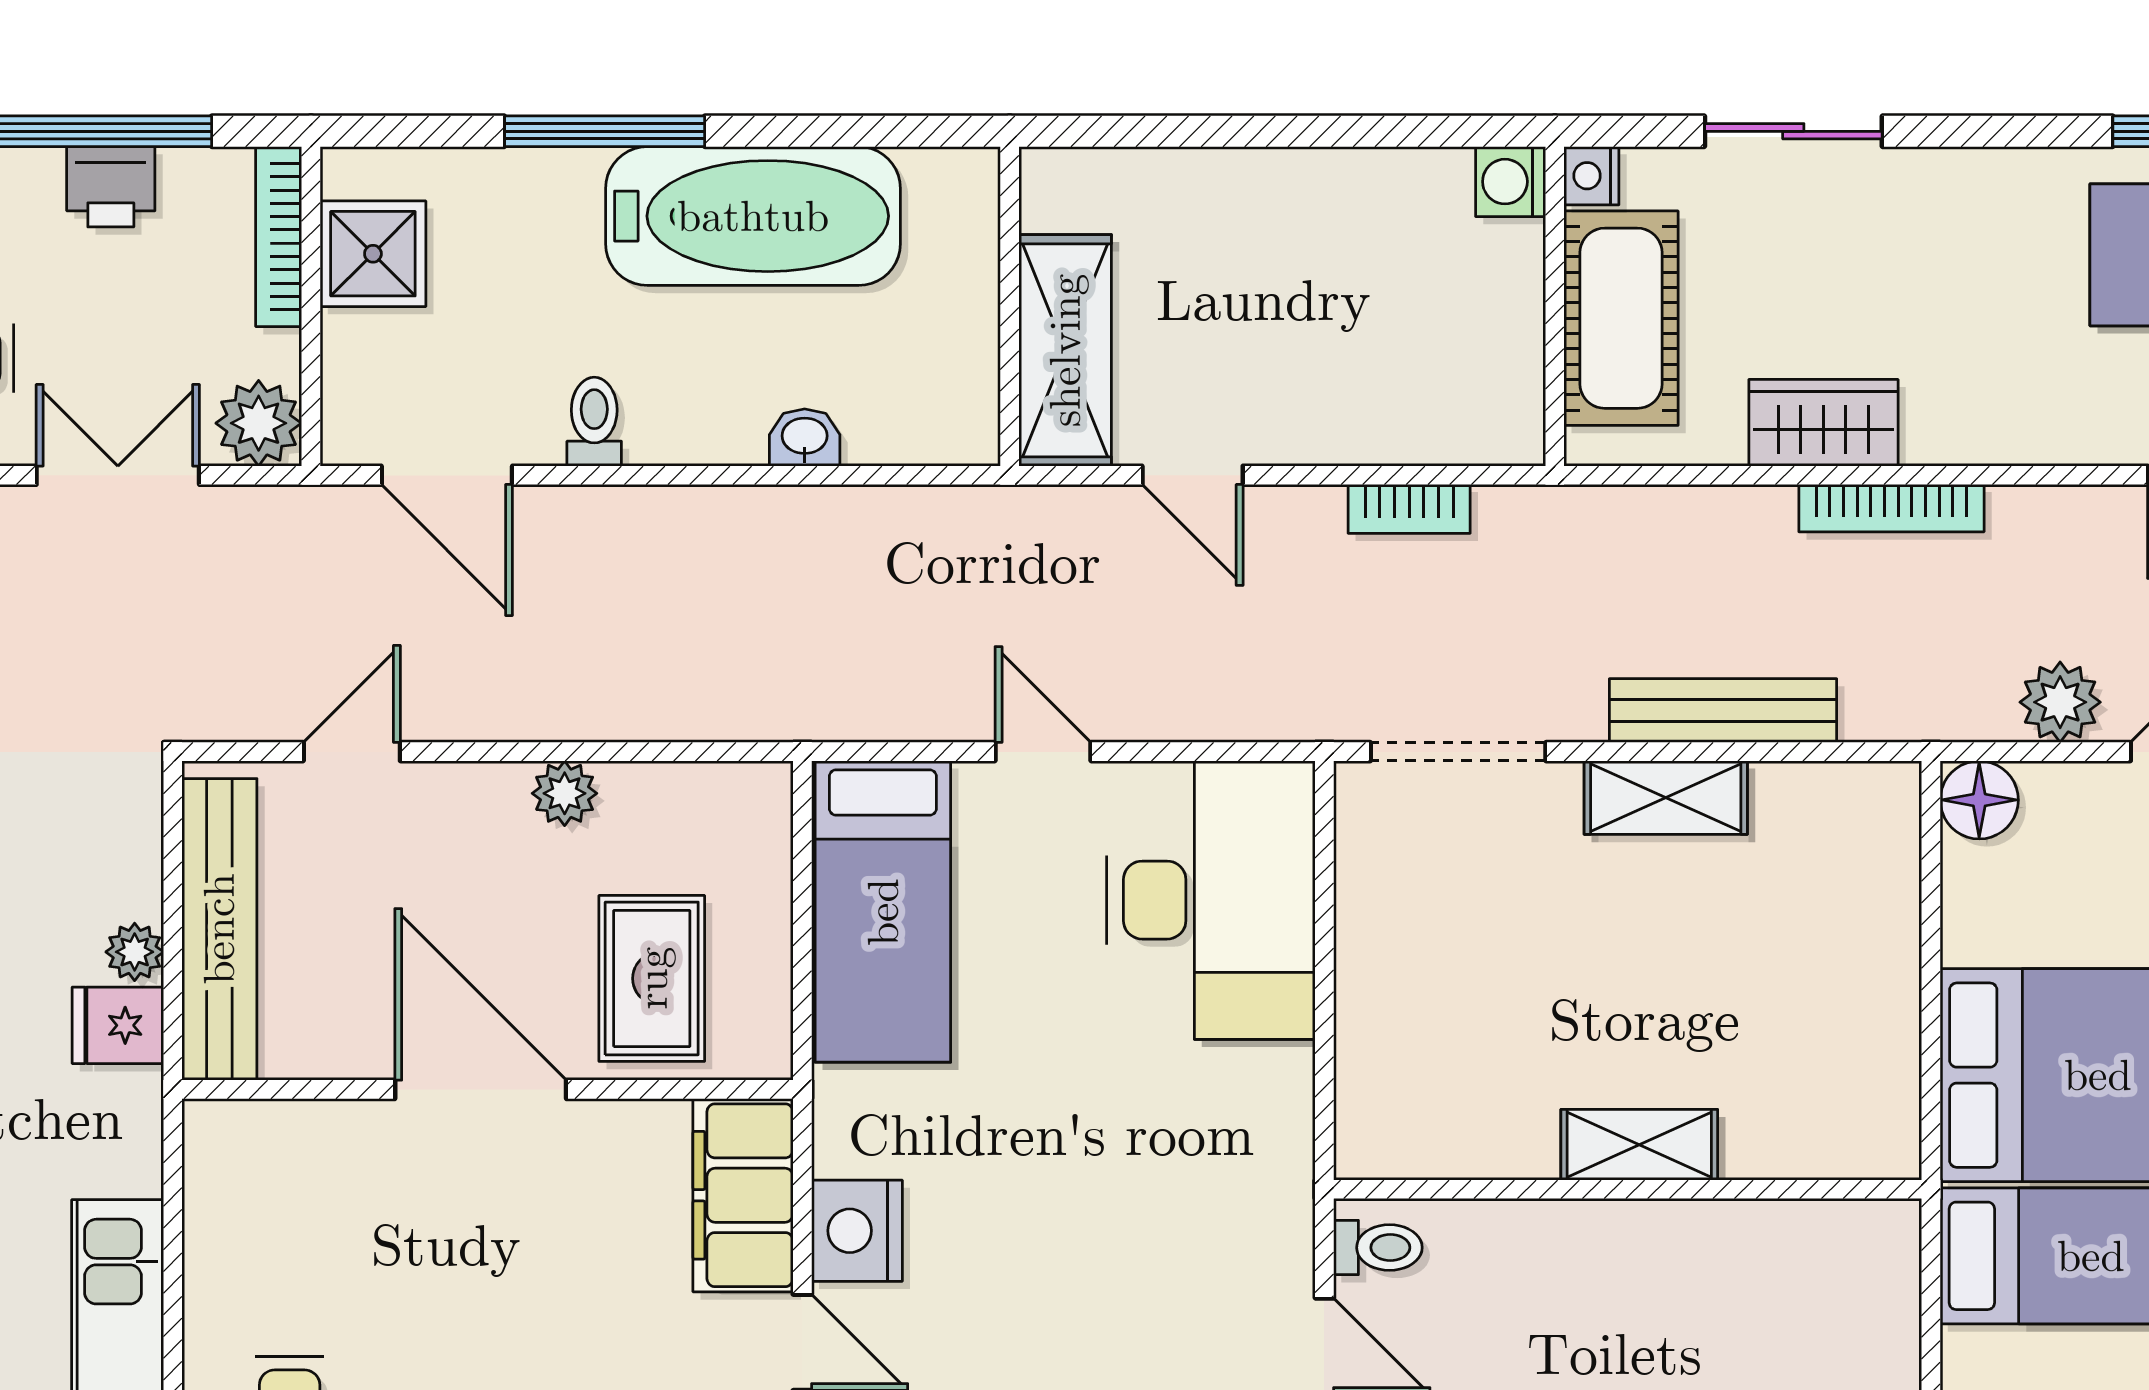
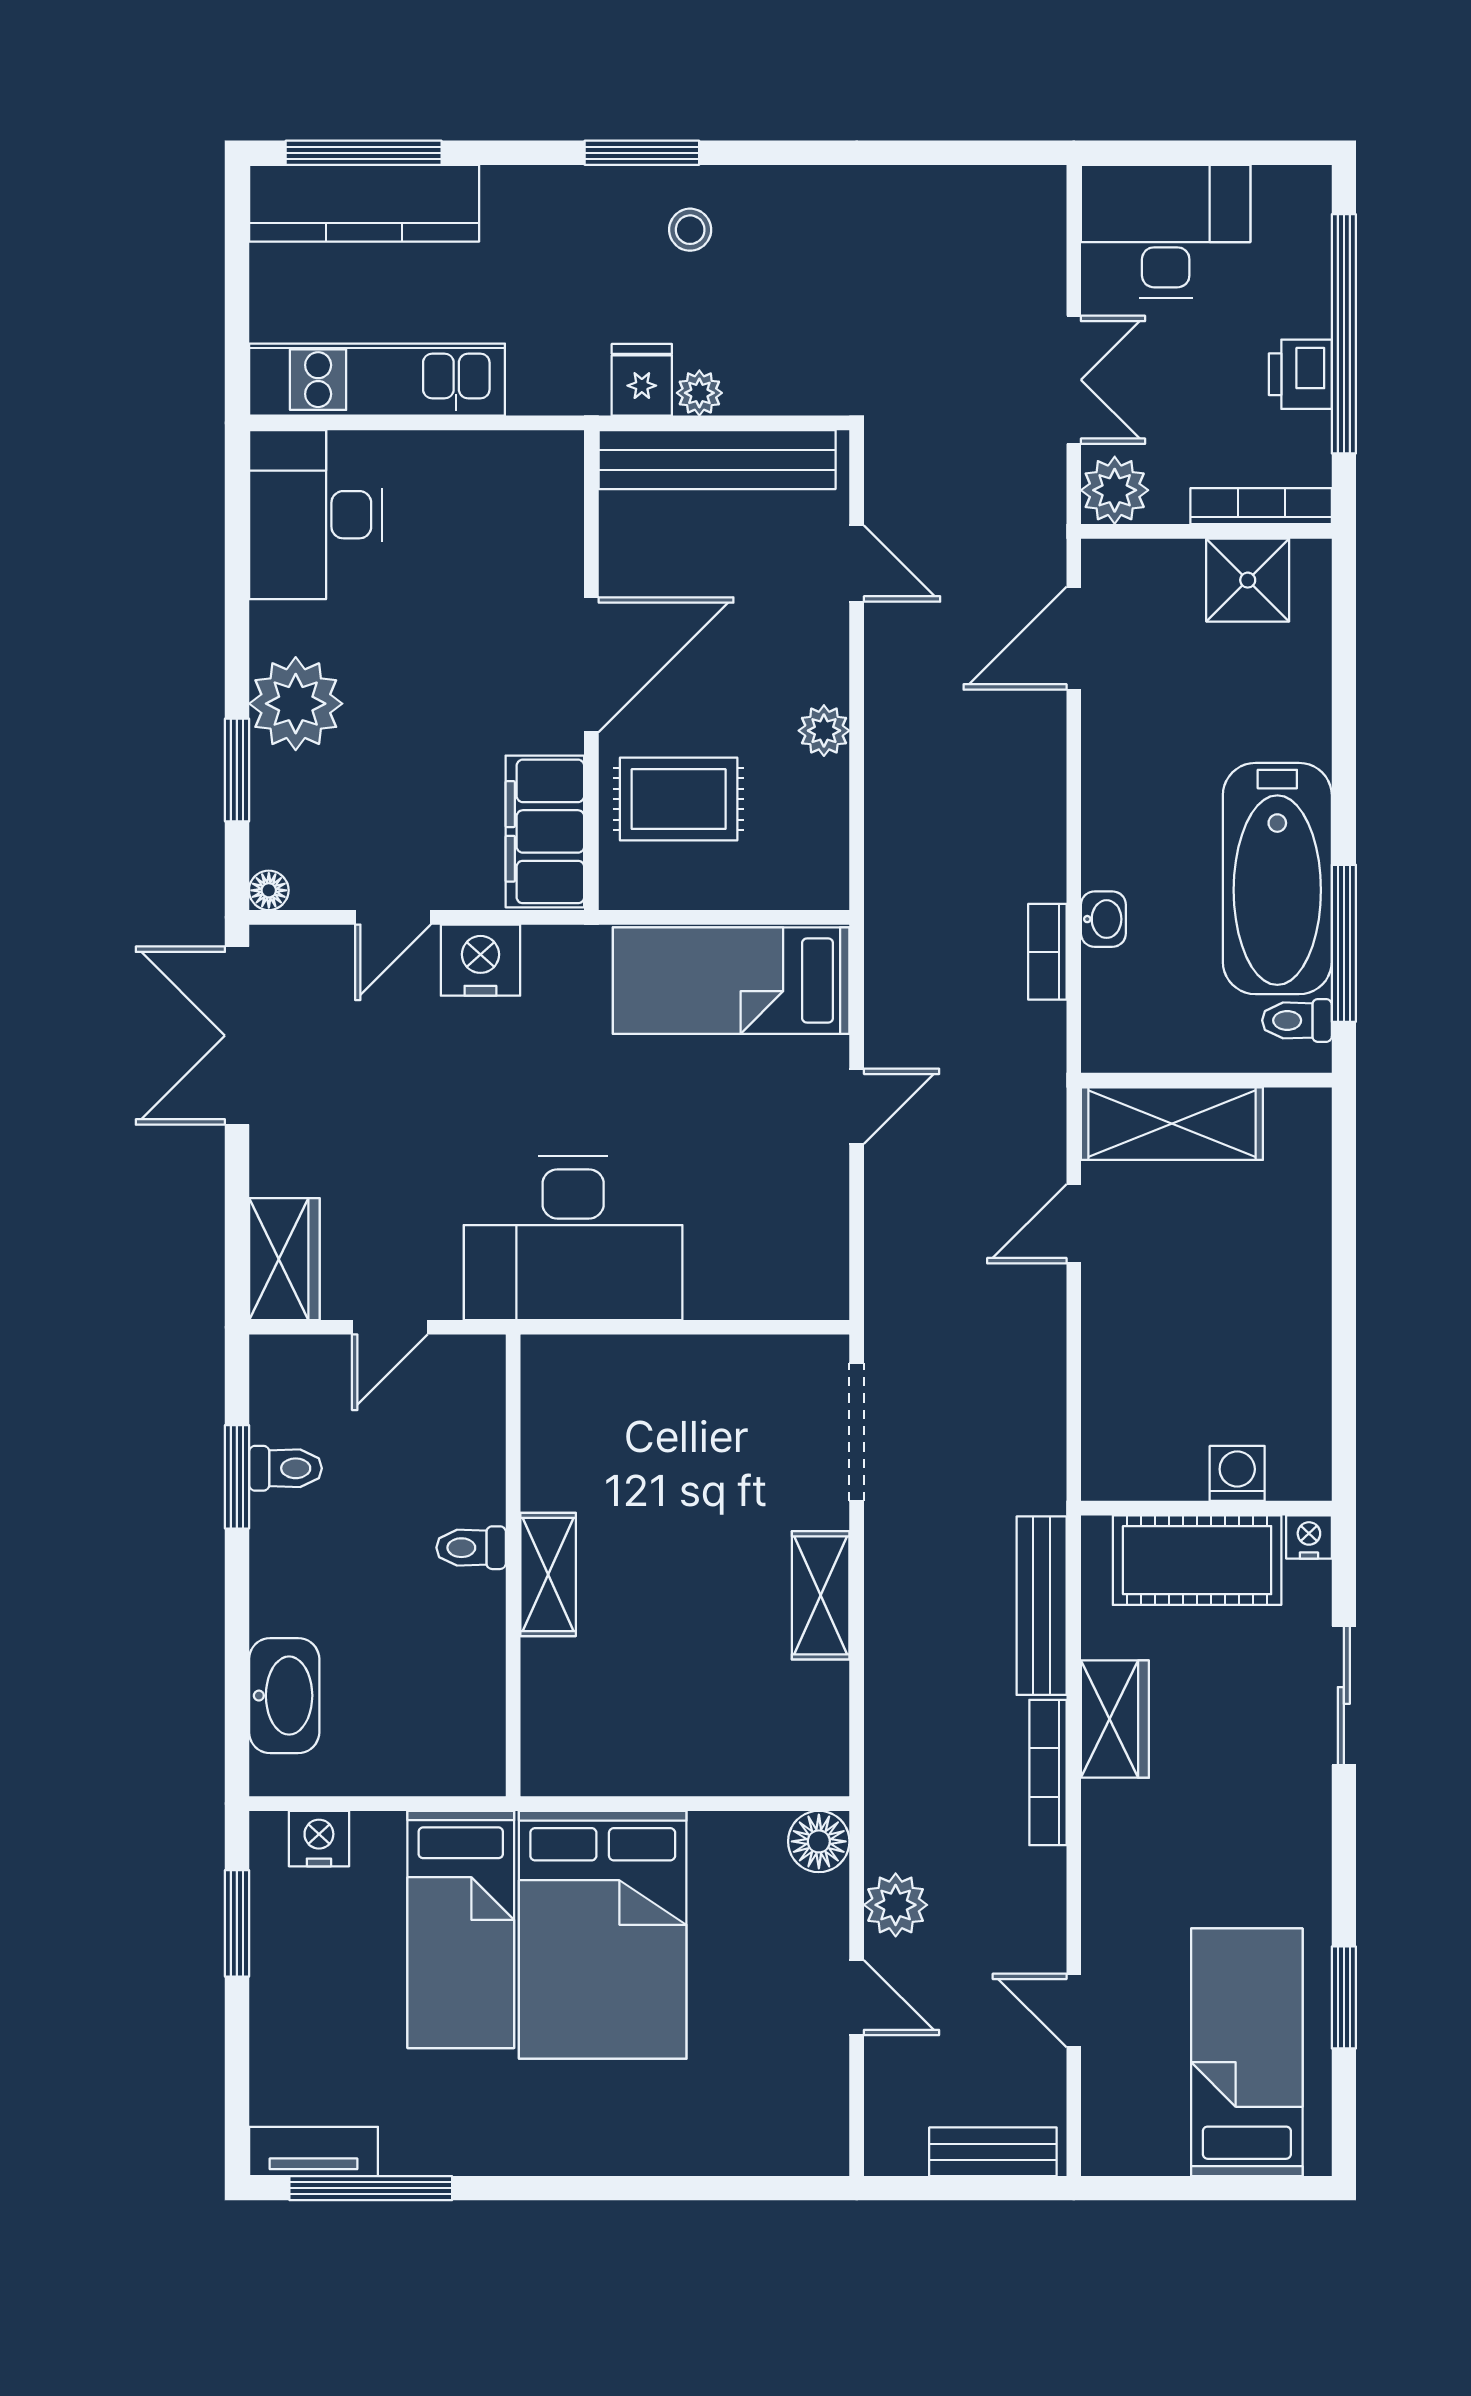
window: (605, 131) -> (1344, 943), moved
washing machine: (1511, 182) -> (1237, 1473), moved
toilet: (594, 422) -> (1297, 1020), moved, turned 180
bookcase: (1409, 509) -> (1047, 952), moved
bench: (1723, 711) -> (1042, 1606), moved
desk: (1211, 900) -> (573, 1238), moved
filing cabinet: (743, 1195) -> (545, 831), moved, turned -90
toilet: (1378, 1248) -> (471, 1548), moved, turned 90

